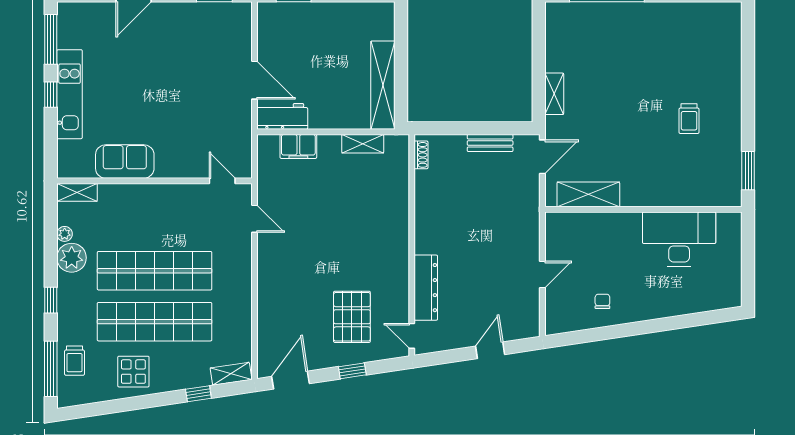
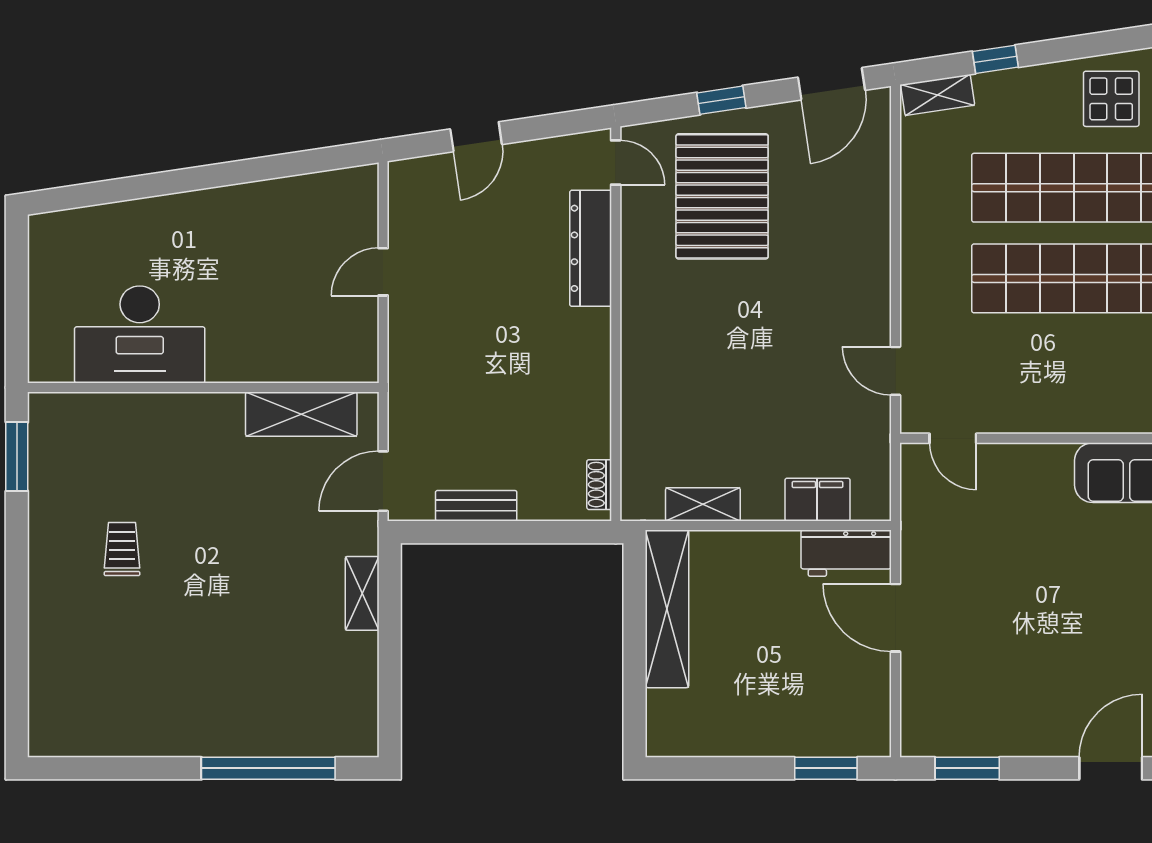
chair: (602, 301) -> (276, 224), removed
pallet: (352, 317) -> (722, 196), width x1.37, depth x1.41

